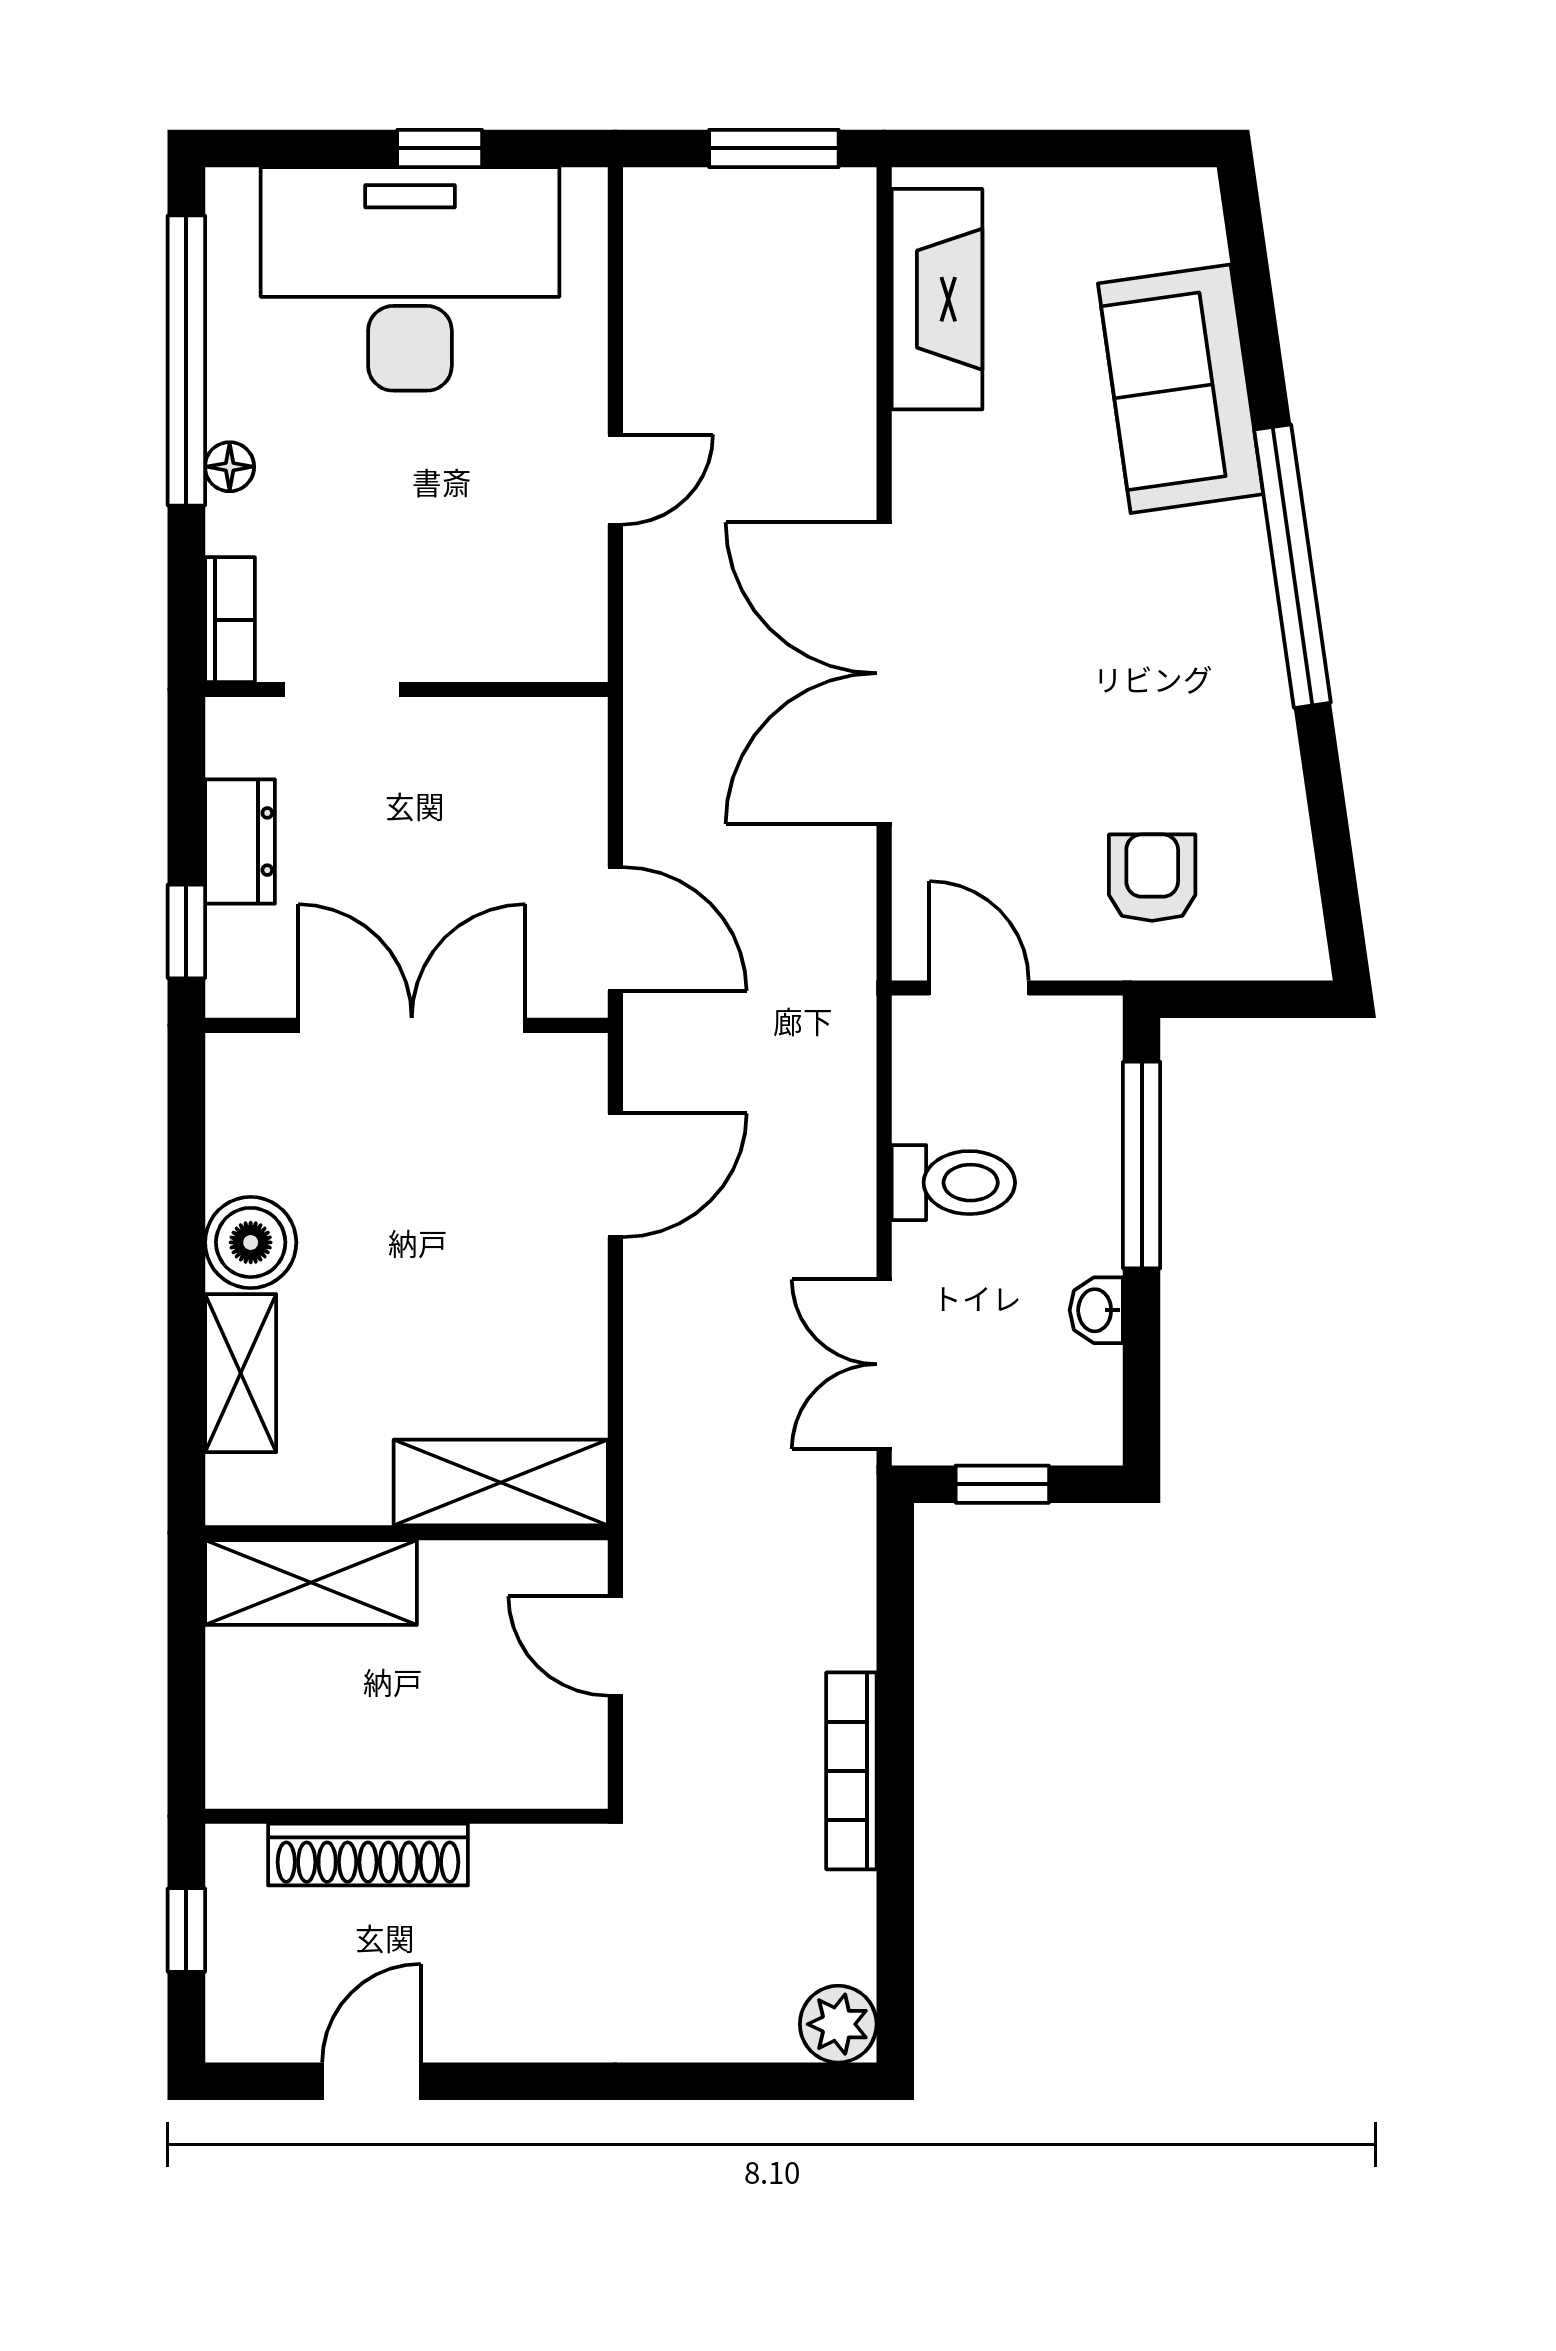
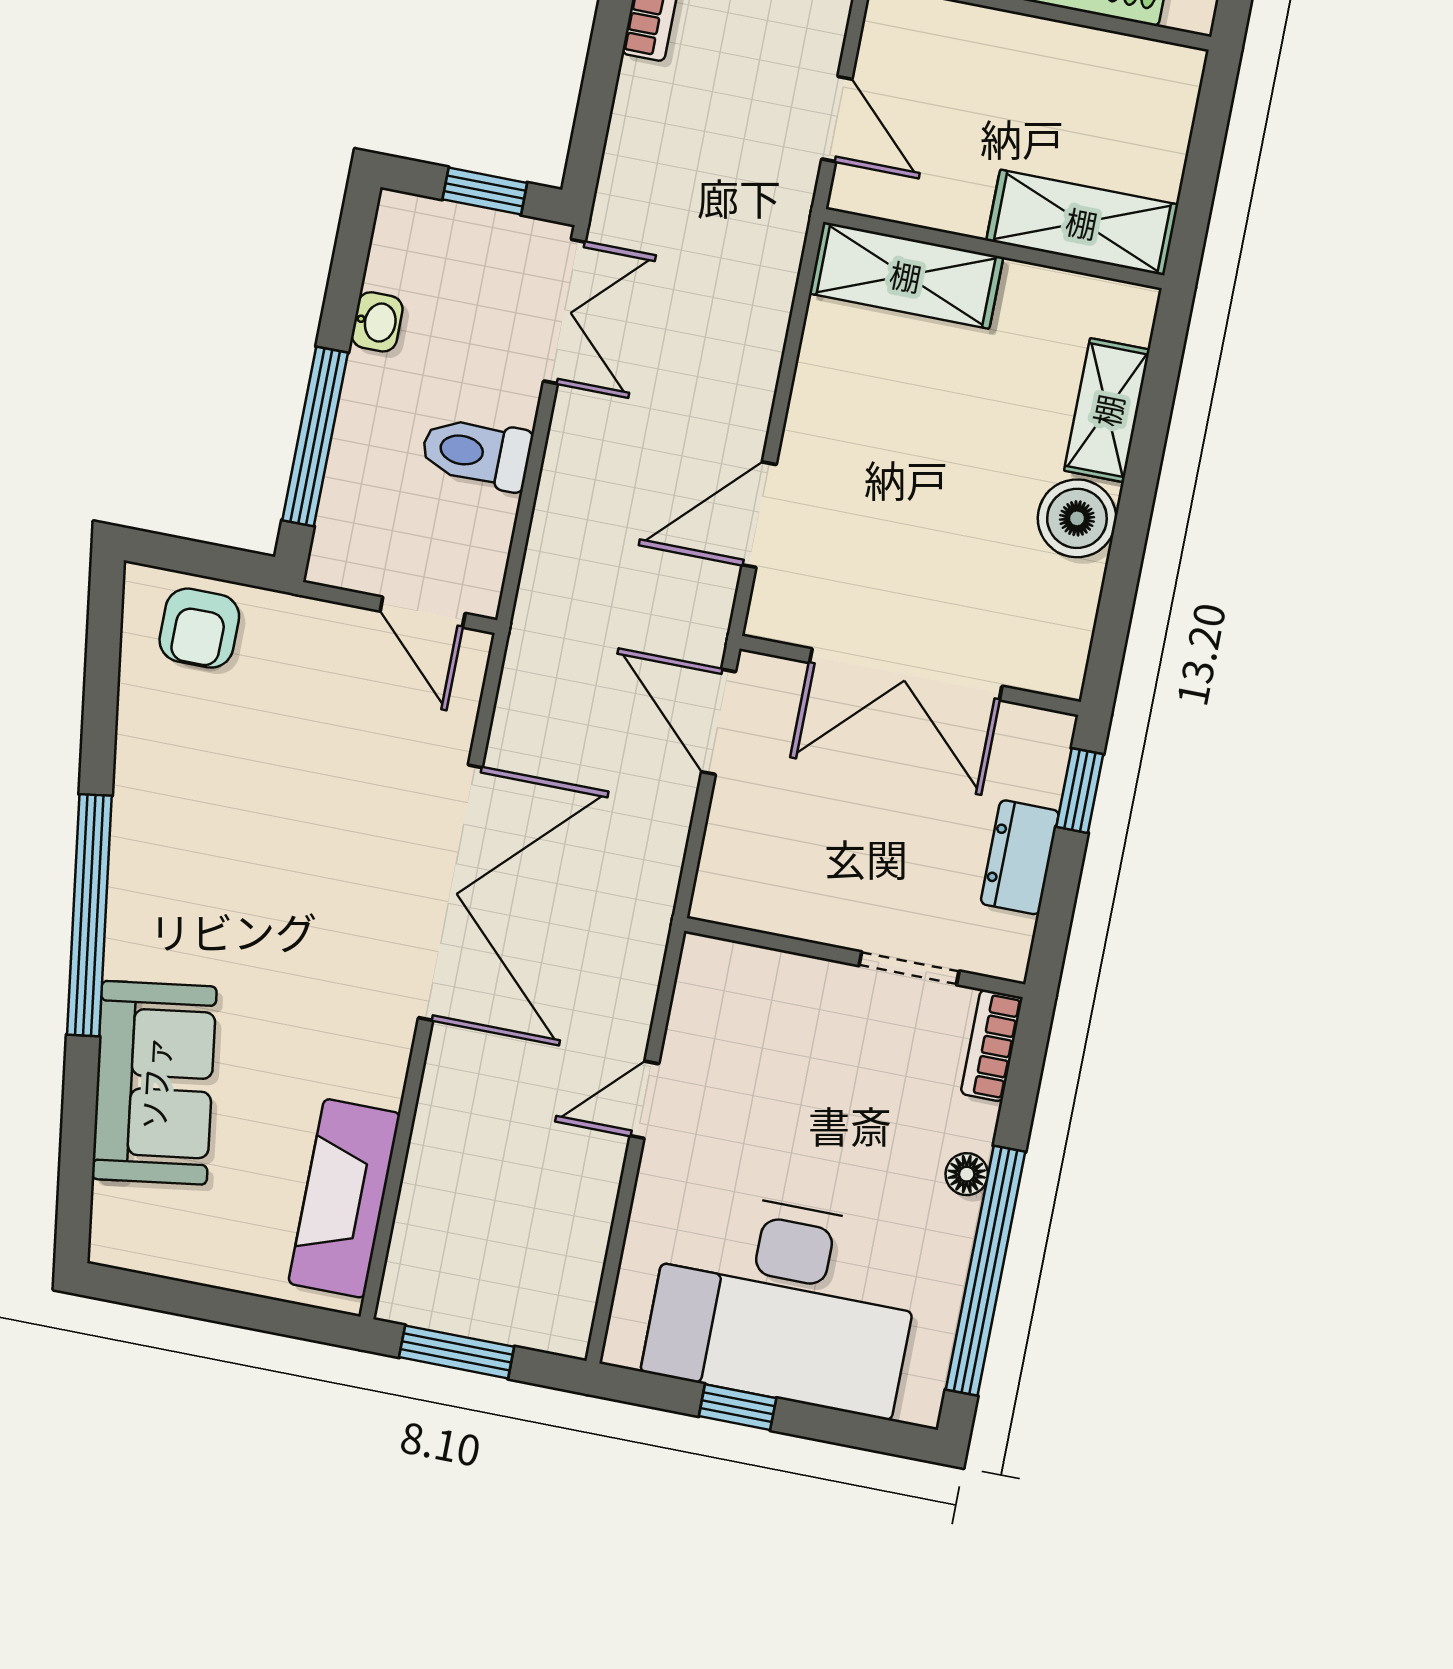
armchair: (1152, 878) -> (199, 628), moved

